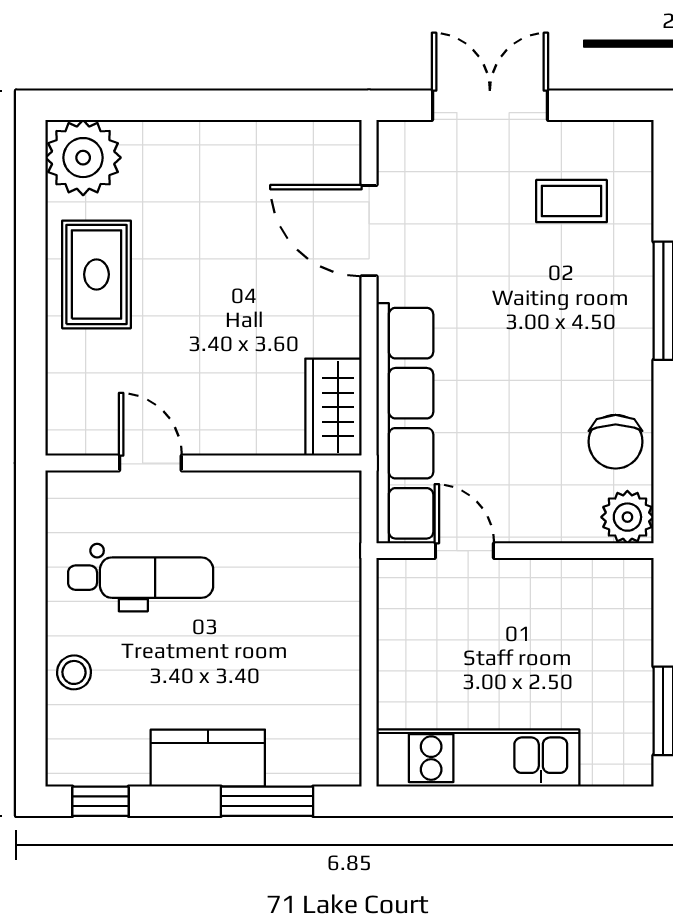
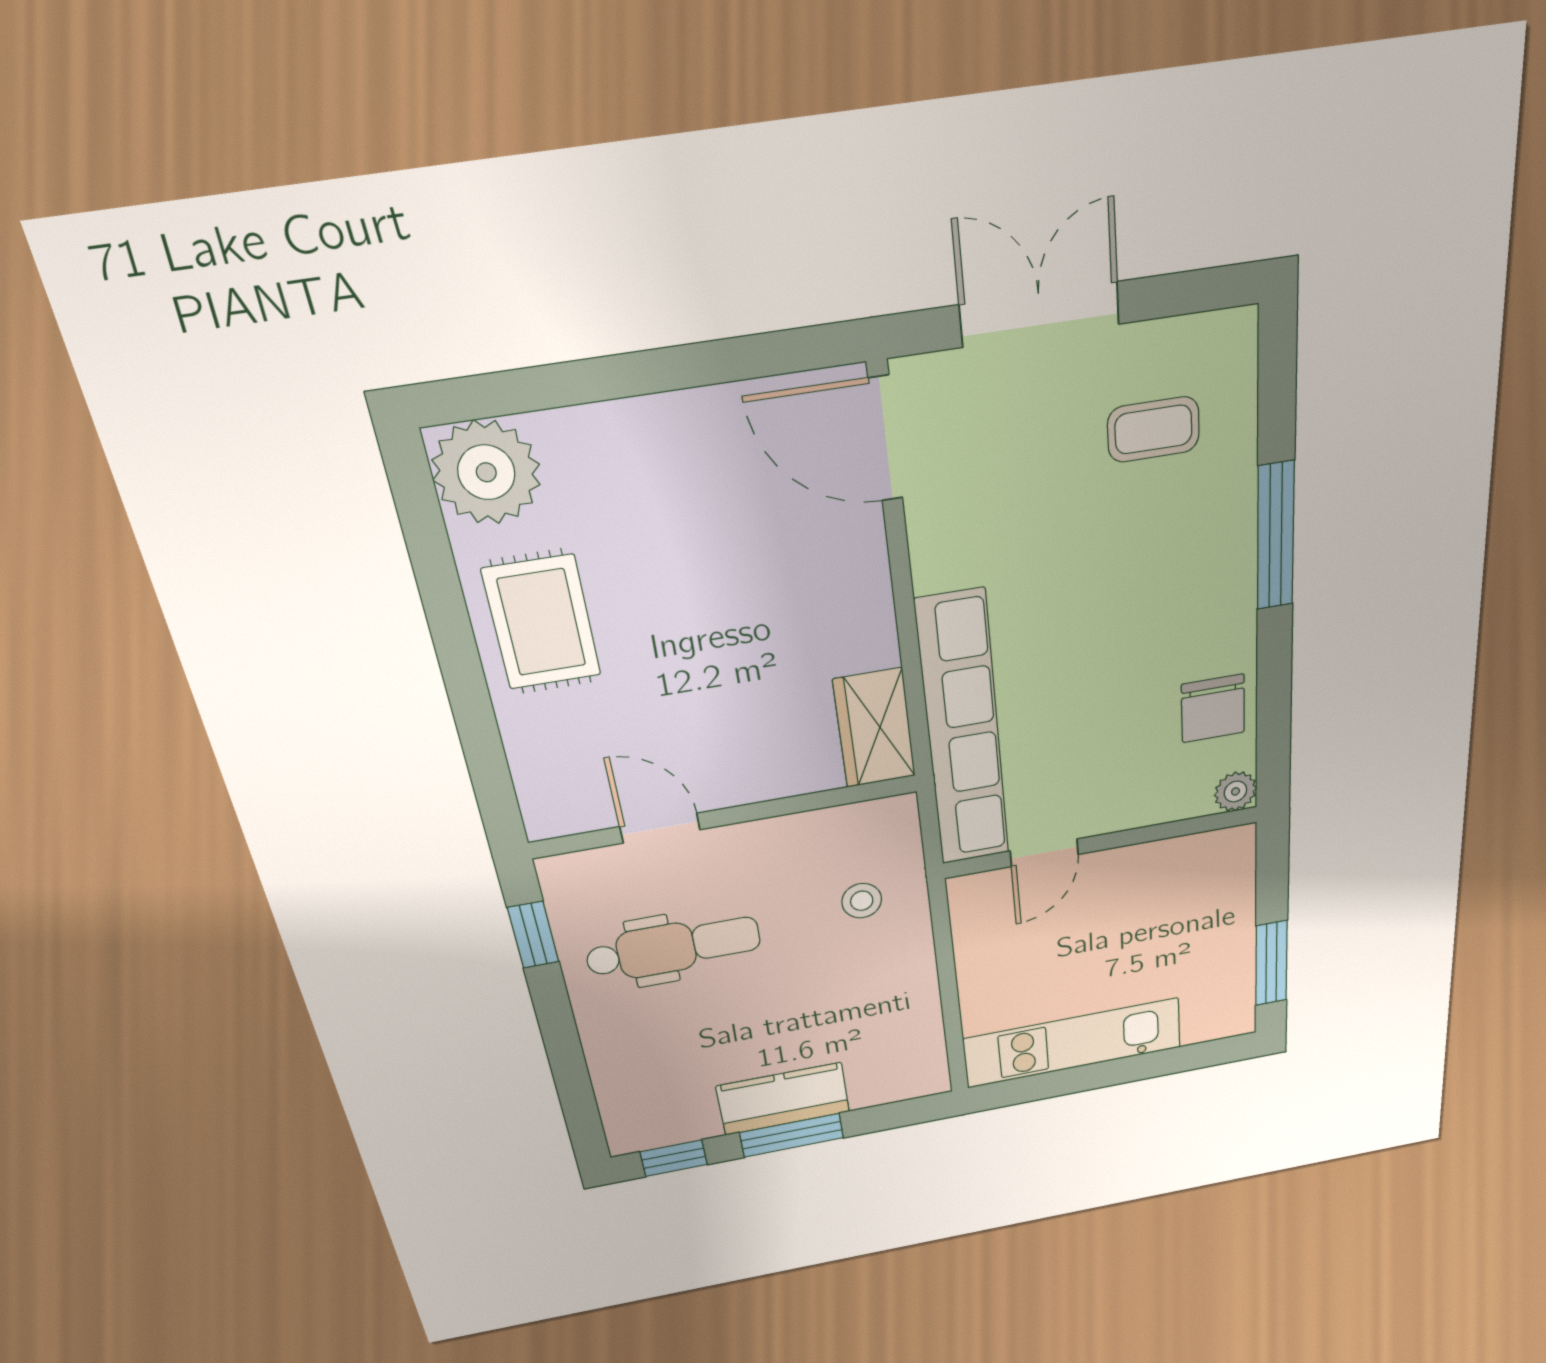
door: (369, 231) -> (885, 439), moved
plant: (627, 517) -> (1235, 791), width x0.73, depth x0.73
window: (31, 541) -> (533, 935), added
door: (464, 551) -> (1044, 853), swing flipped
stool: (74, 672) -> (862, 901), moved
window: (267, 801) -> (792, 1135), moved

